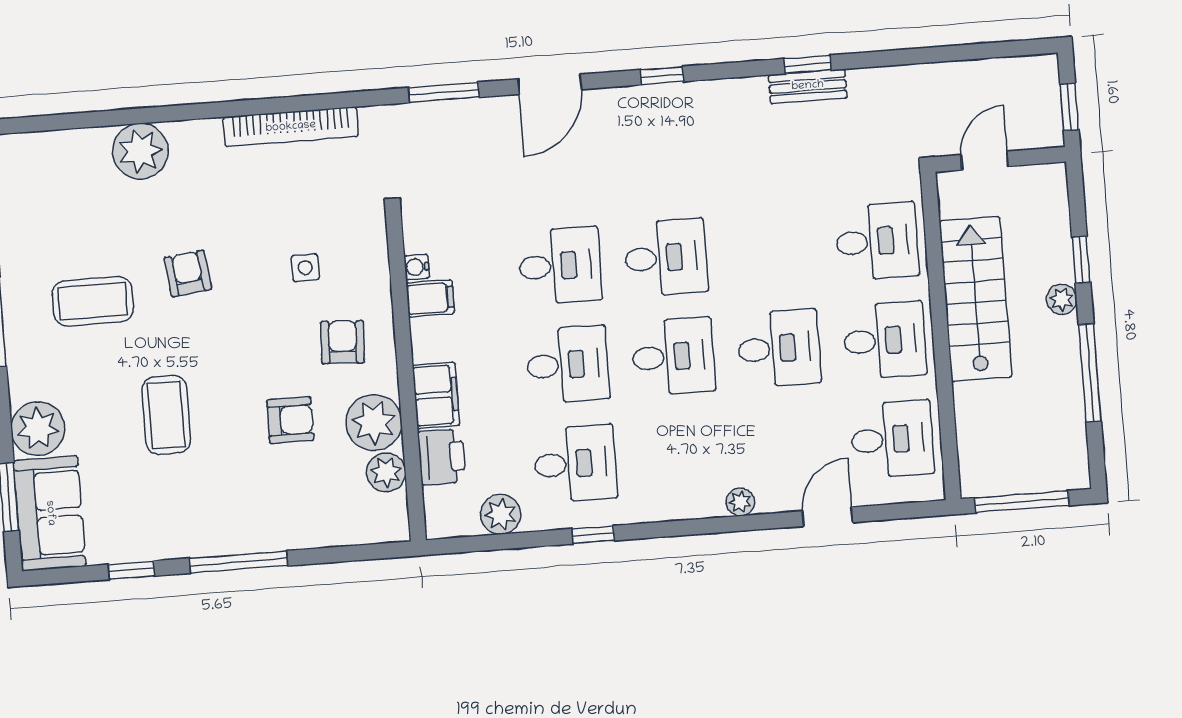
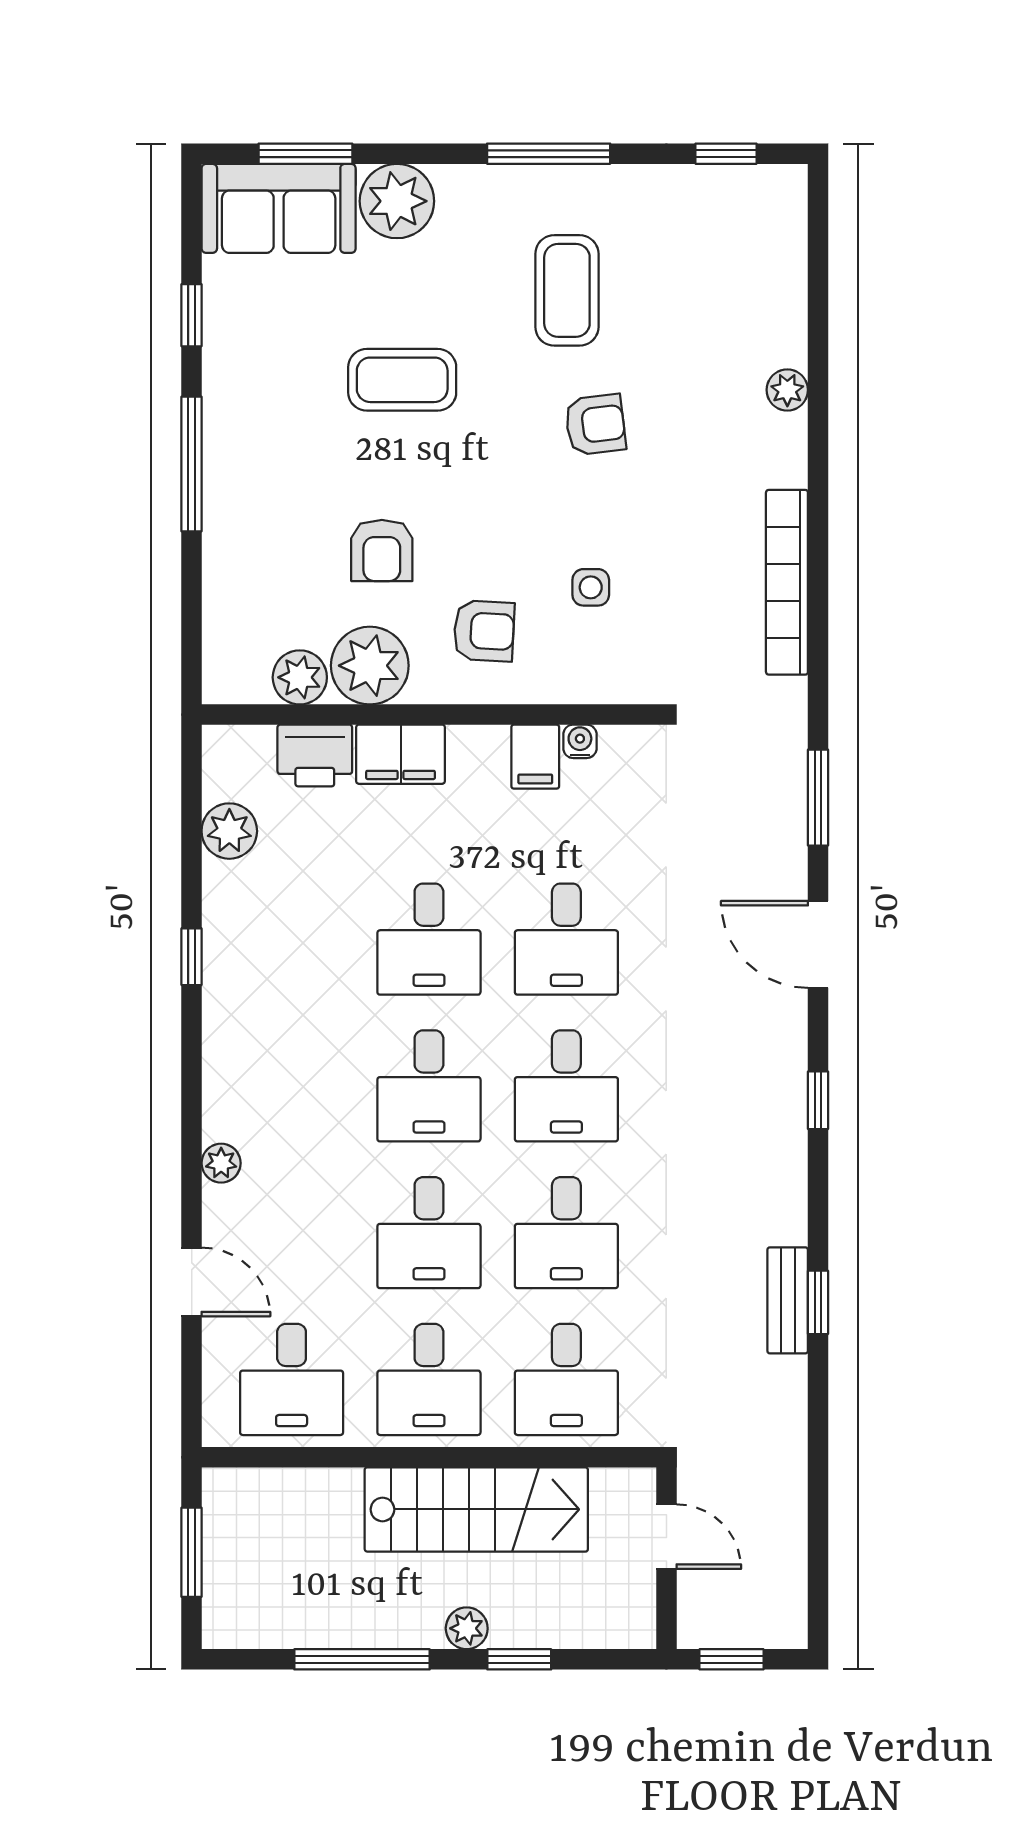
plant: (140, 151) -> (787, 390), width x0.53, depth x0.53
desk: (575, 464) -> (566, 1233), moved
window: (1022, 502) -> (192, 1552), width x0.69

